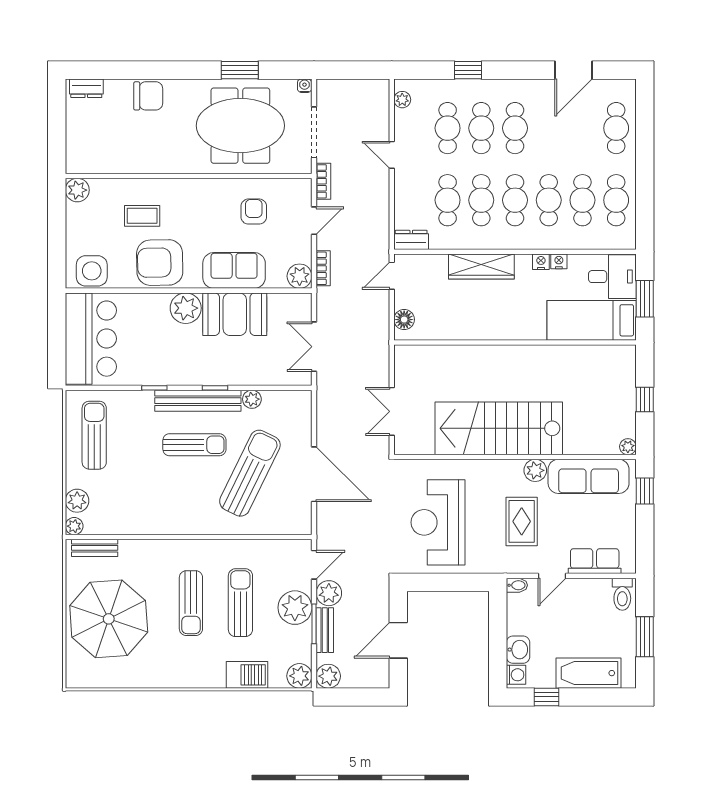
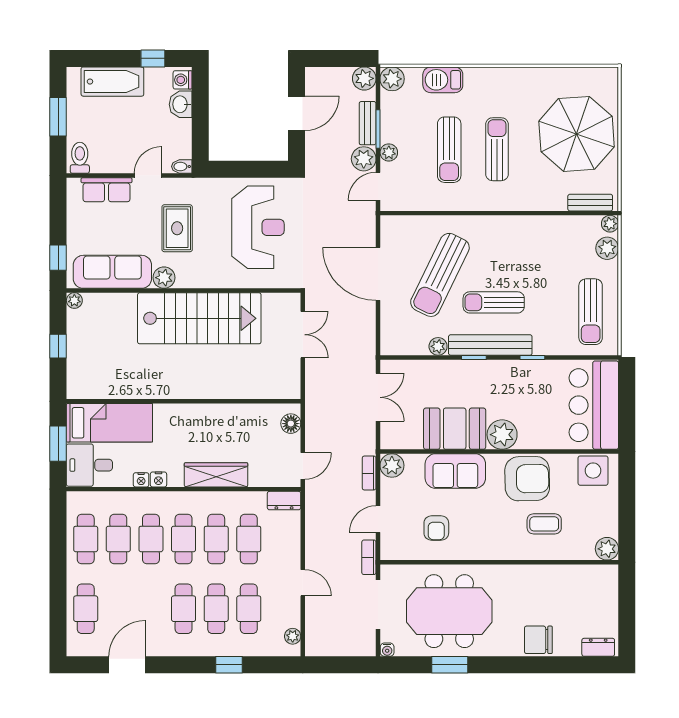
plant: (295, 608) -> (389, 152), width x0.53, depth x0.53

